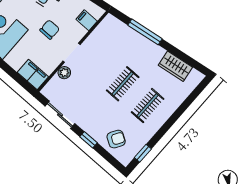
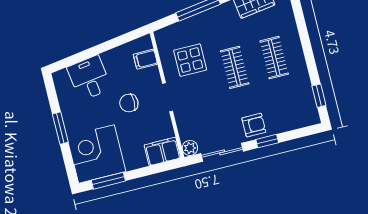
chair: (50, 30) -> (129, 103), turned -90
display table: (107, 51) -> (190, 60), added
plant: (64, 73) -> (190, 148), moved
armchair: (116, 139) -> (254, 125), moved, turned 58

